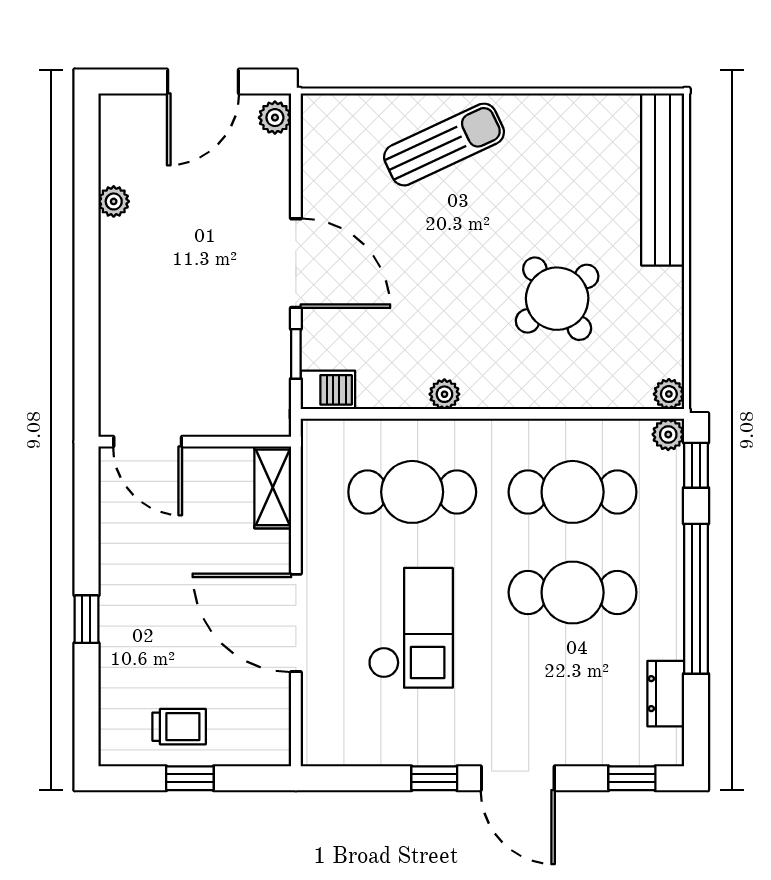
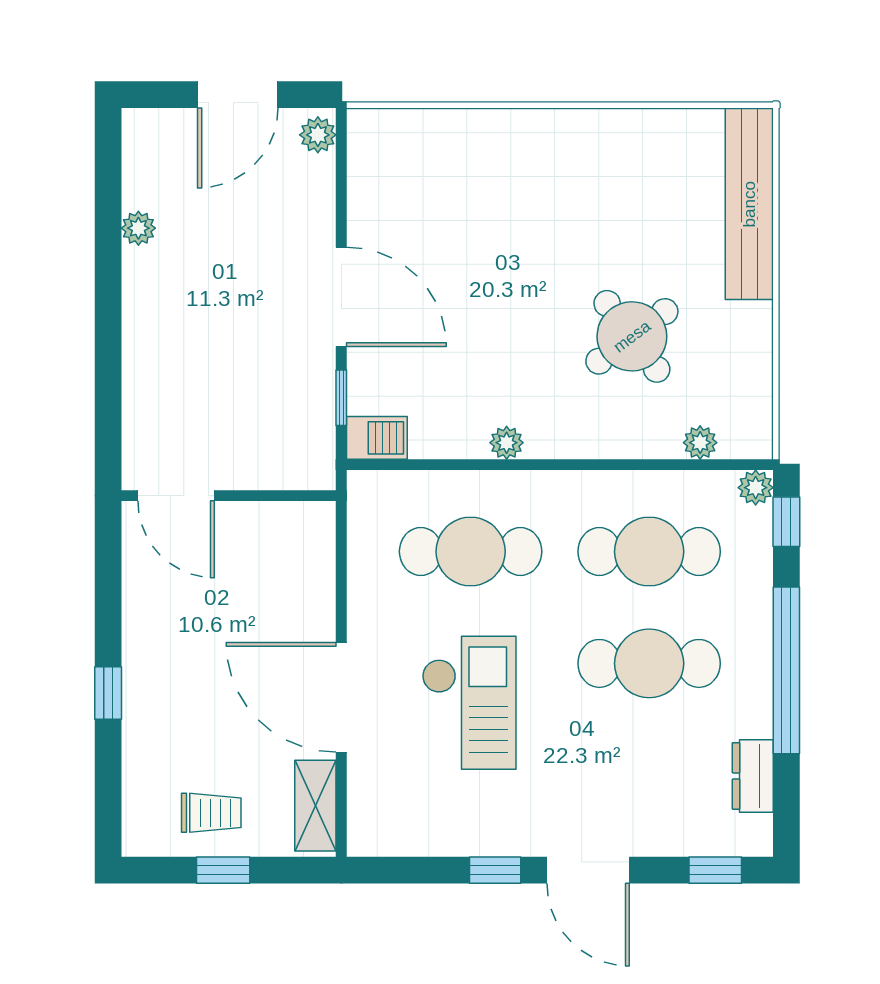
sun lounger: (444, 145) -> (506, 165), removed
plant: (669, 394) -> (700, 443), moved
shelving: (273, 487) -> (315, 806), moved

